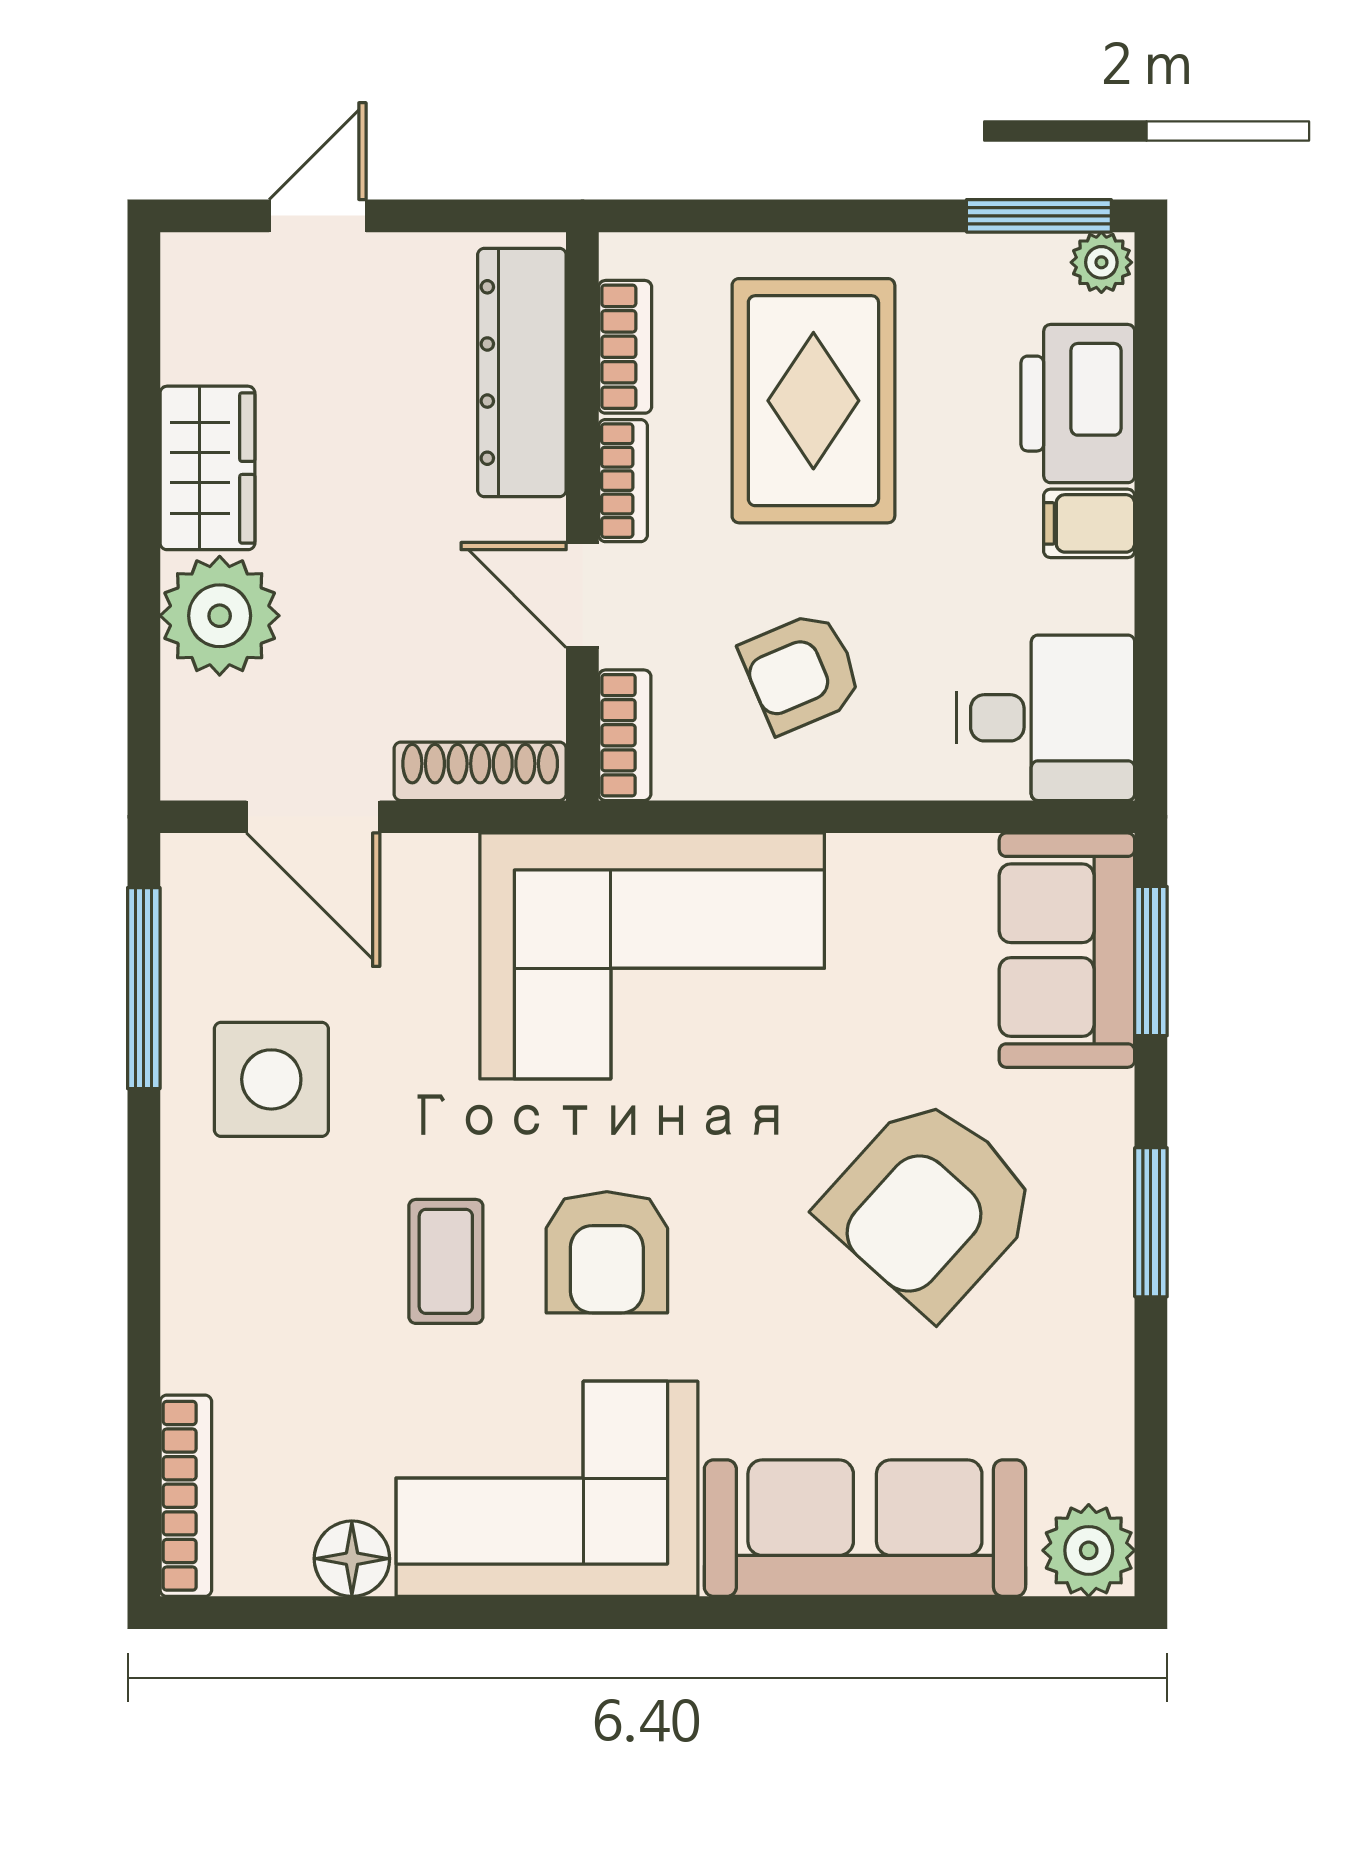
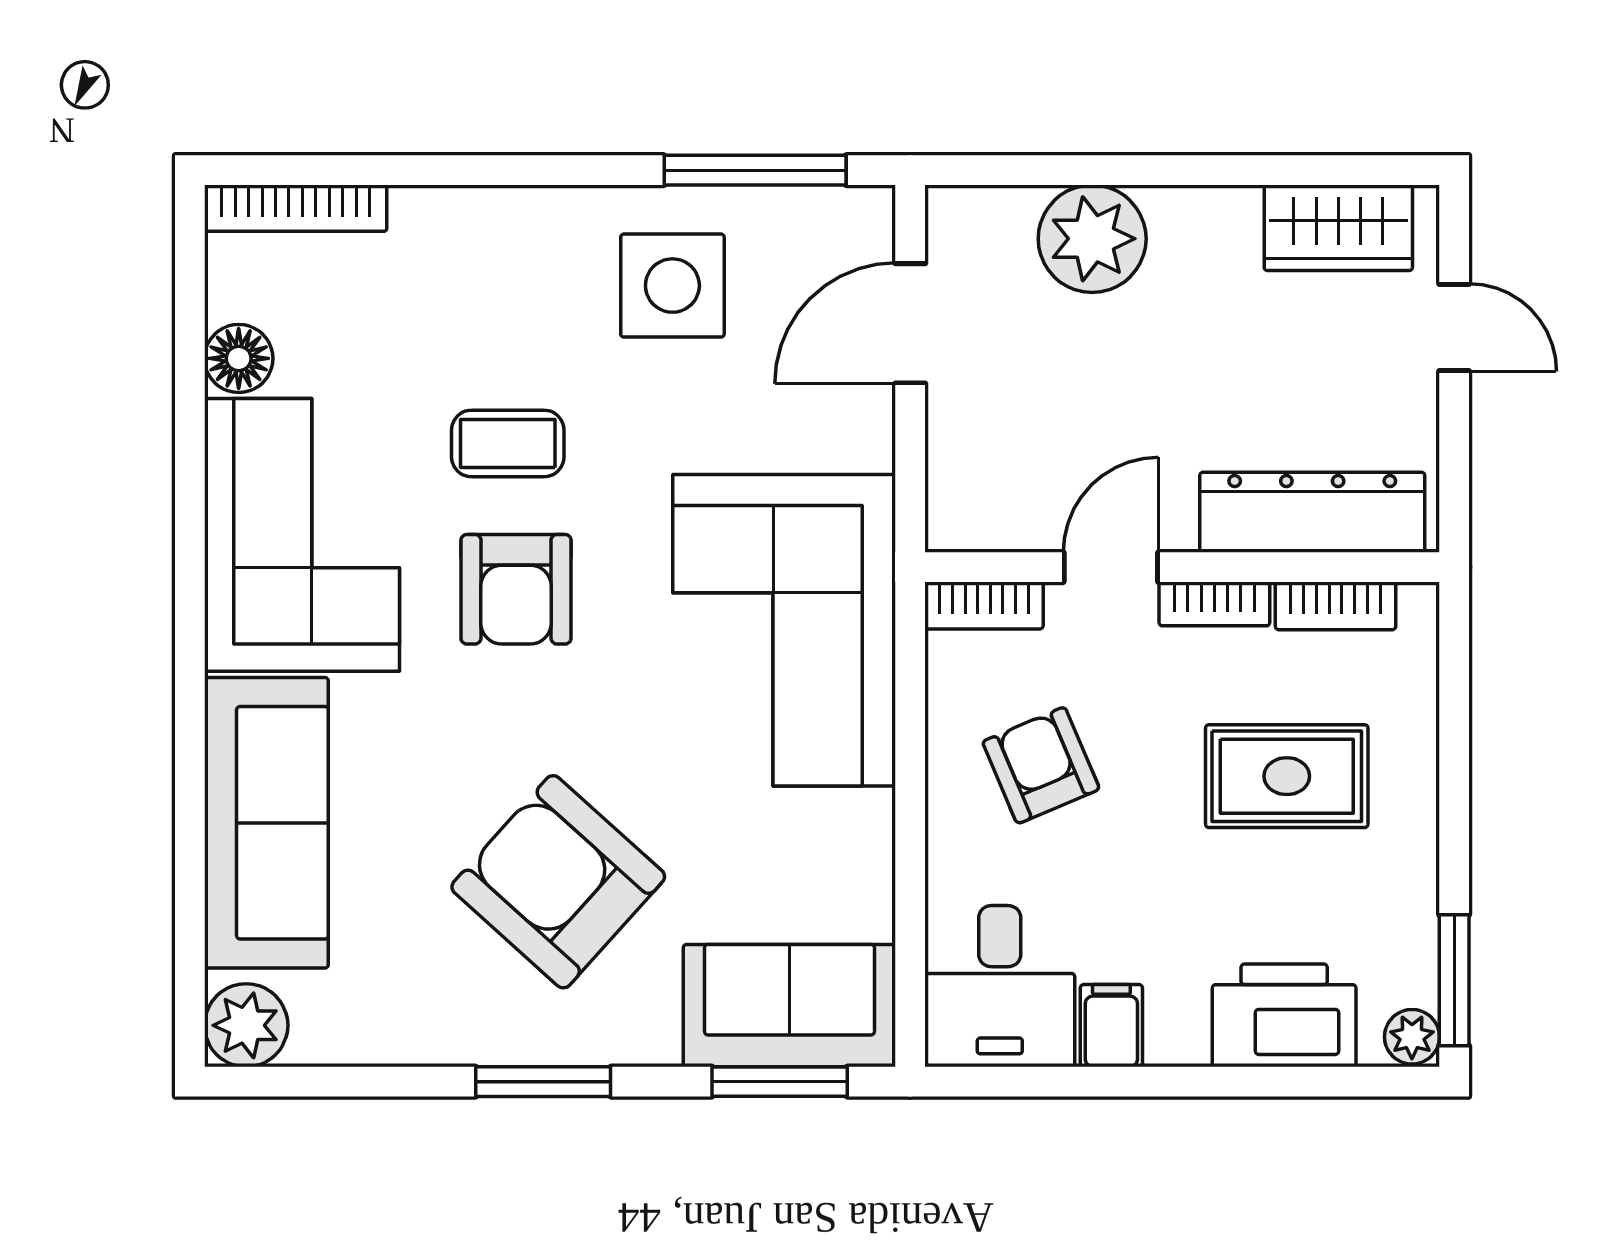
rug: (813, 401) -> (1287, 776), width x0.73, depth x0.70
wardrobe: (207, 468) -> (1338, 228), moved
filing cabinet: (1089, 523) -> (1111, 1026), moved
shoe rack: (480, 771) -> (951, 475), removed
armchair: (607, 1252) -> (516, 589), turned -90

